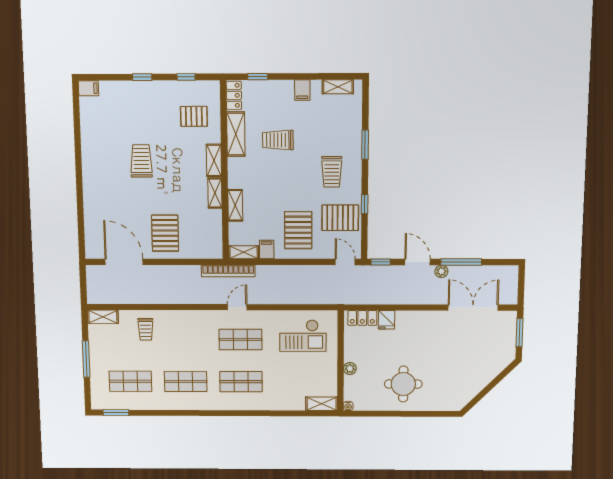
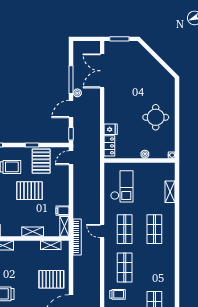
shelving: (215, 193) -> (51, 245), moved
pallet: (298, 230) -> (29, 191), moved
shop shelf: (186, 381) -> (125, 268), moved
shelving: (322, 404) -> (170, 192), moved

